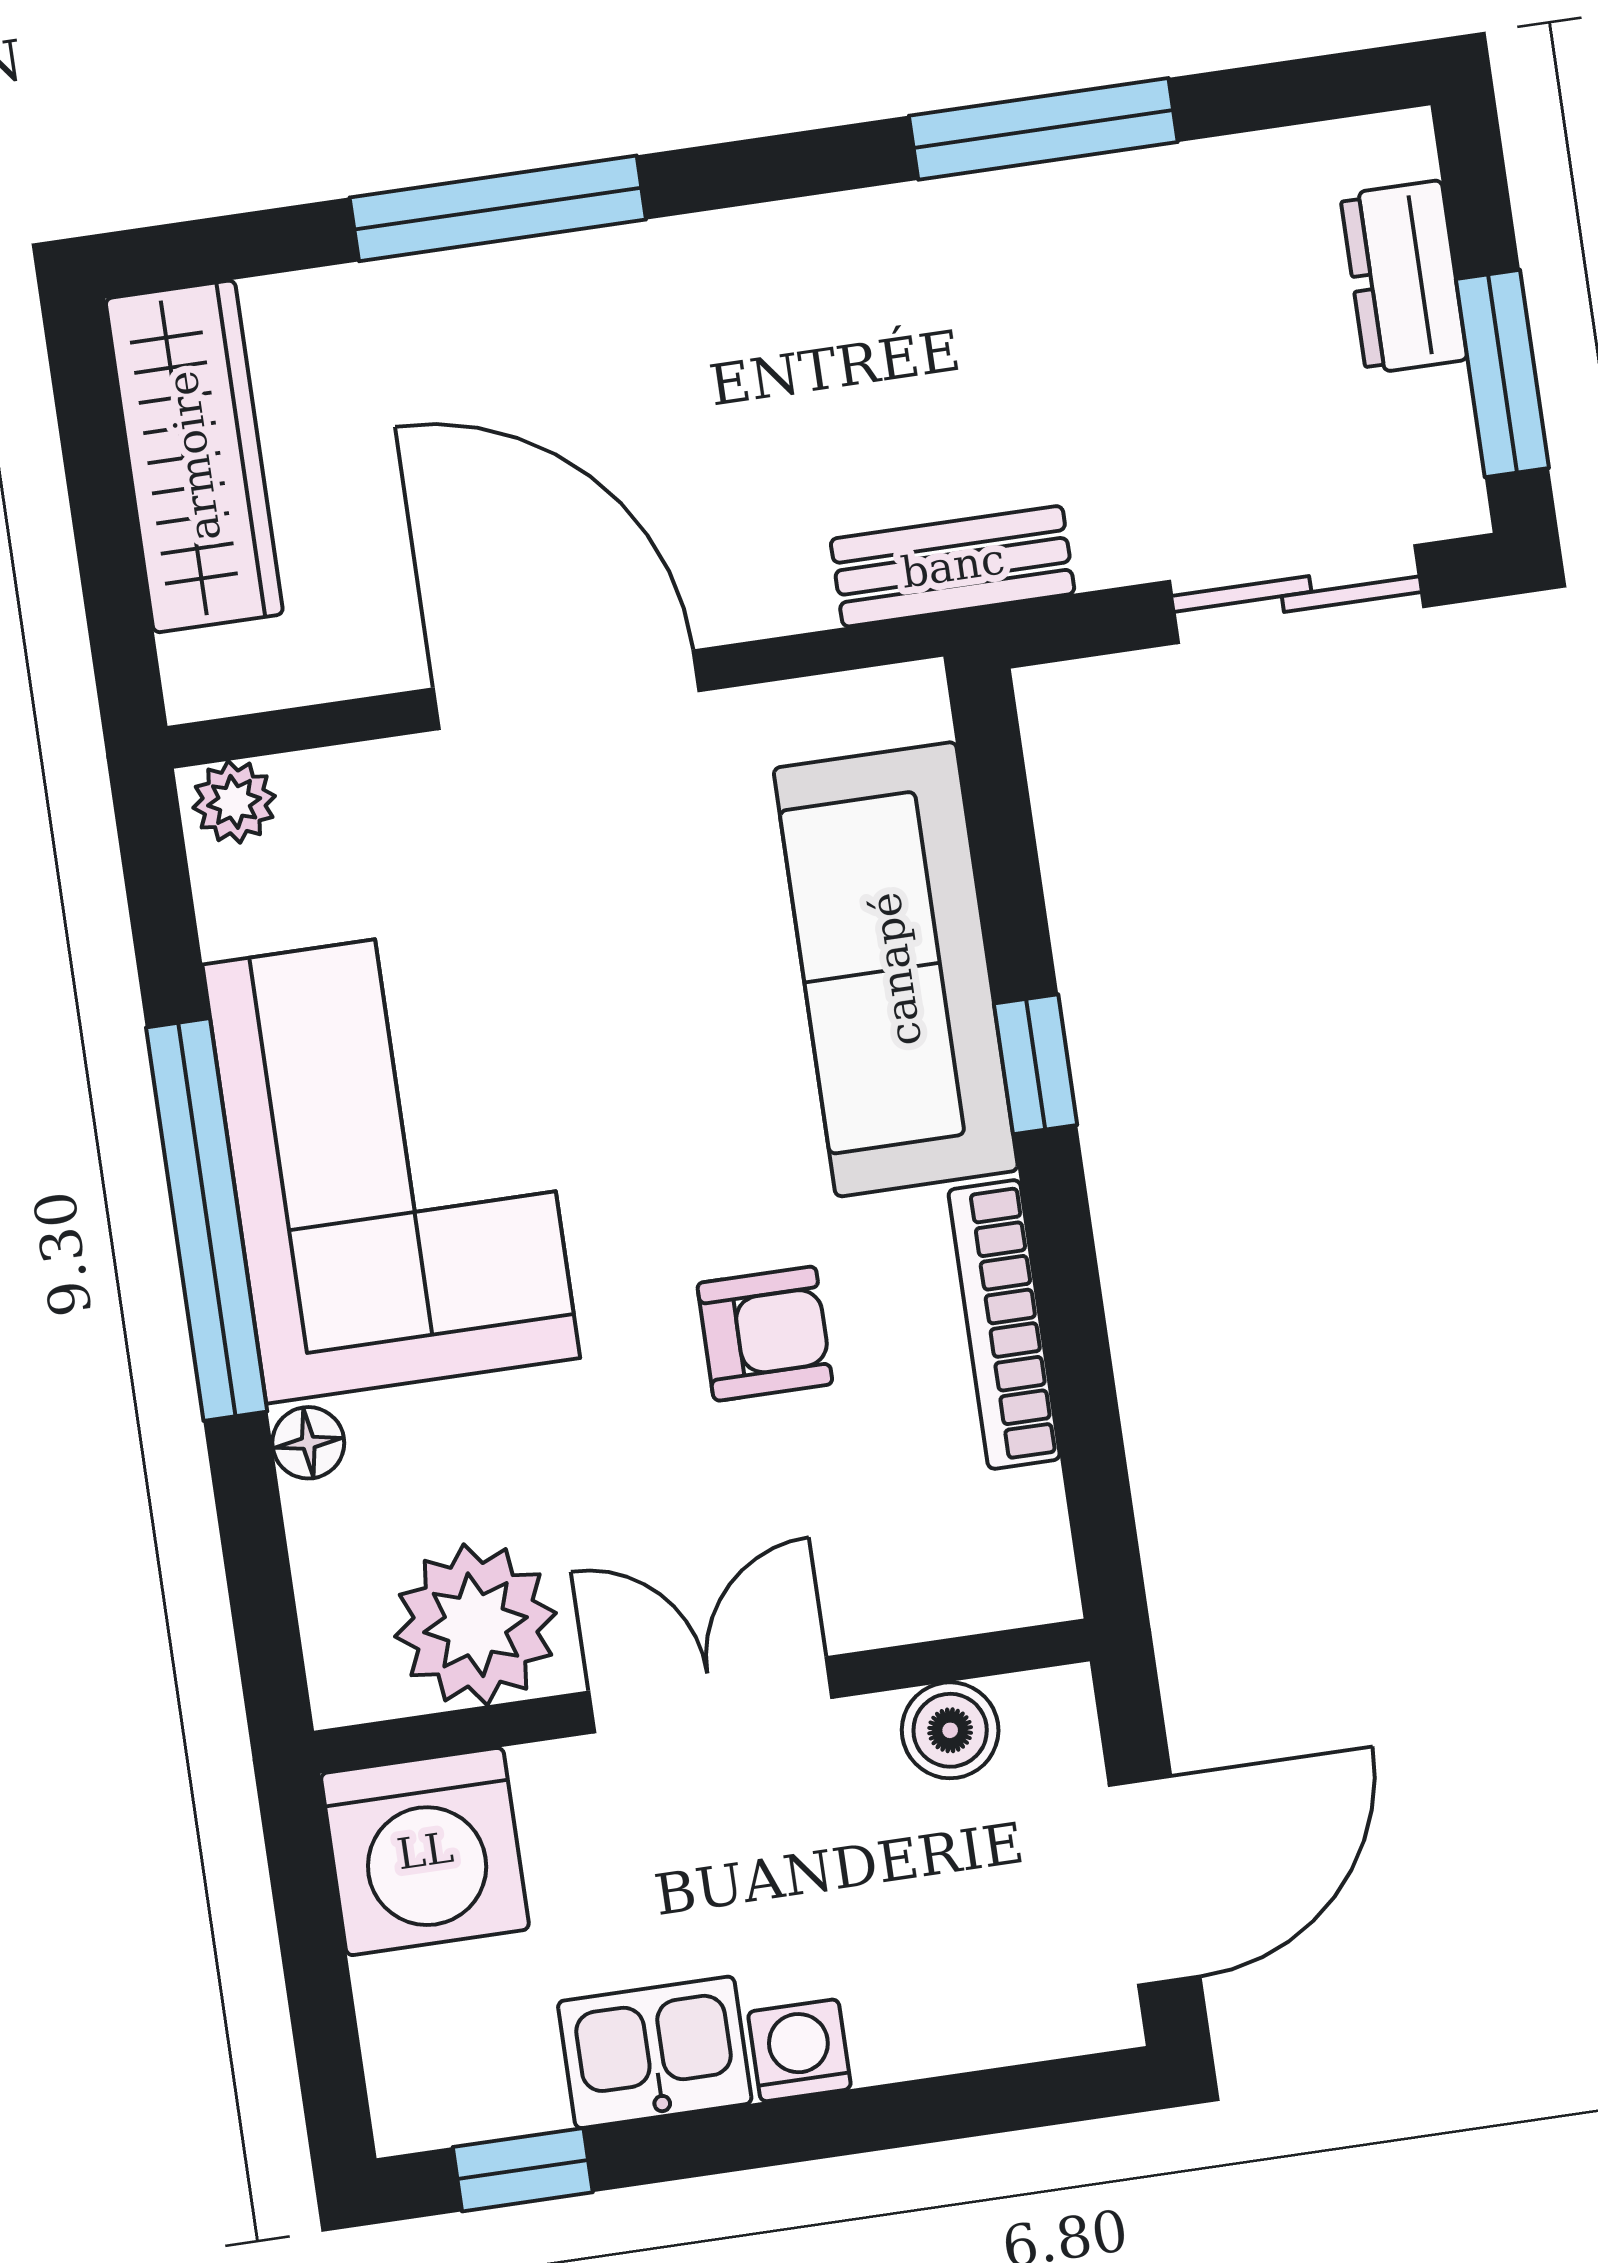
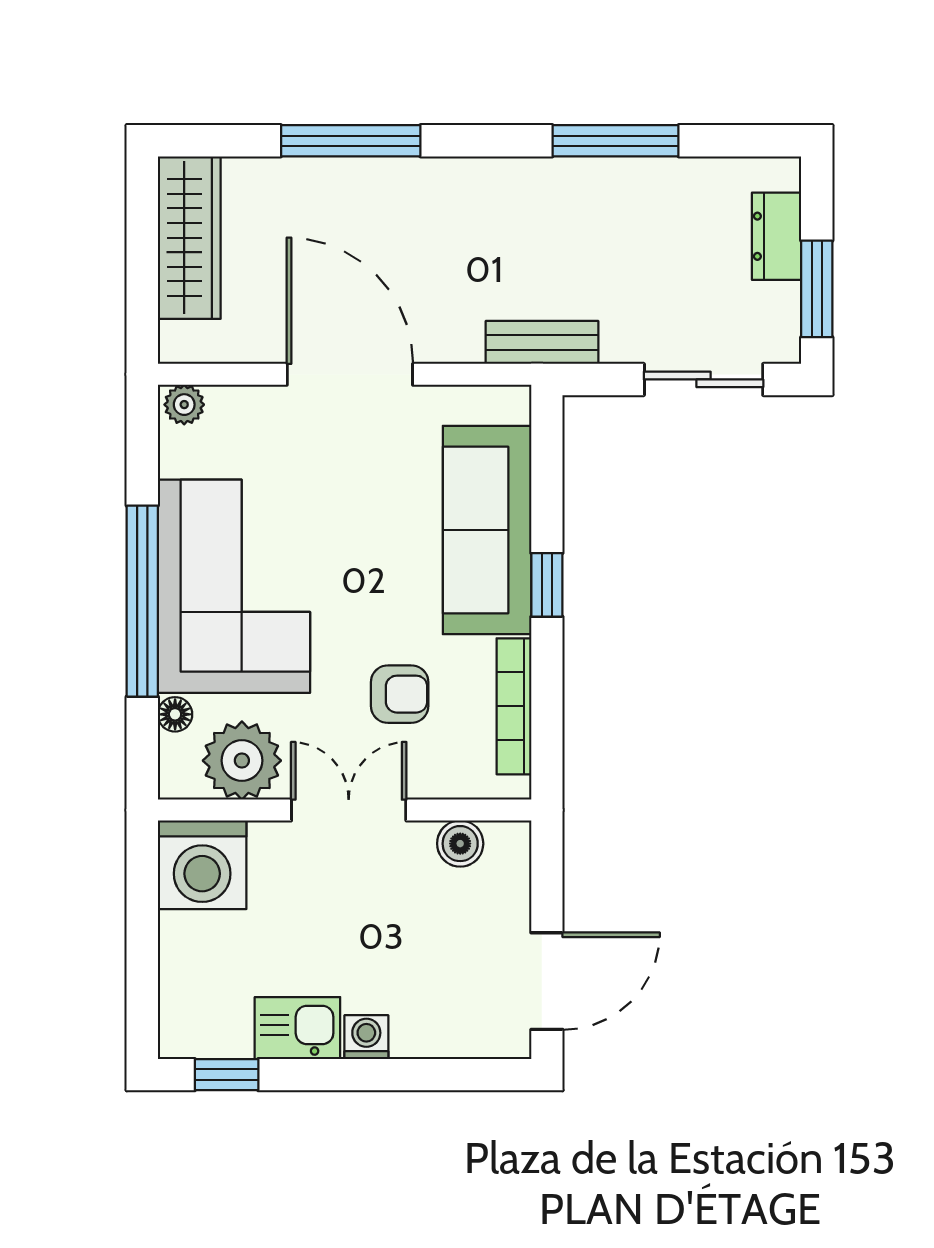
plant: (475, 1625) -> (242, 761), moved
double door: (710, 1695) -> (349, 810), moved
wall: (702, 1696) -> (345, 810), moved
boiler: (950, 1730) -> (460, 844), moved
washing machine: (425, 1851) -> (202, 865), moved

